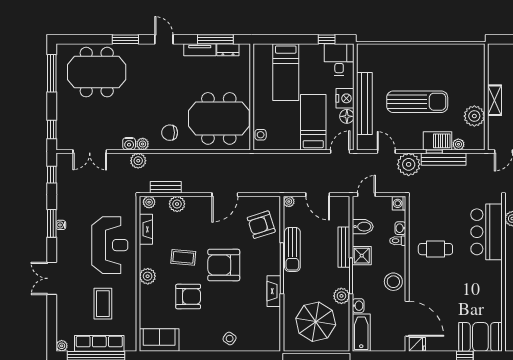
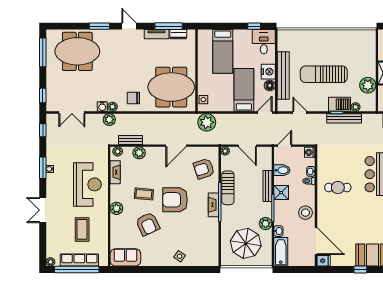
sun lounger: (417, 102) -> (324, 74), turned 180
plant: (409, 164) -> (207, 122), moved
fireplace: (274, 291) -> (214, 205), moved
armchair: (188, 297) -> (148, 224), turned 65

